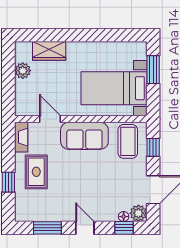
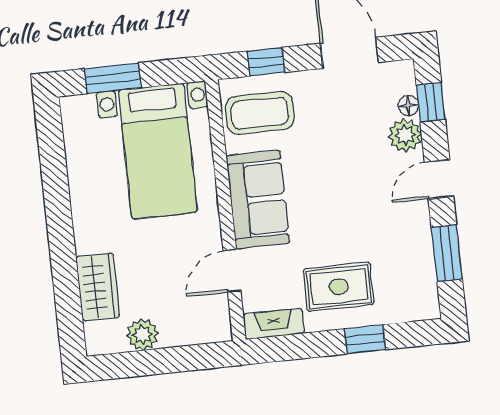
plant: (138, 213) -> (405, 135), moved

